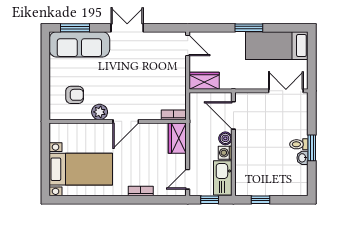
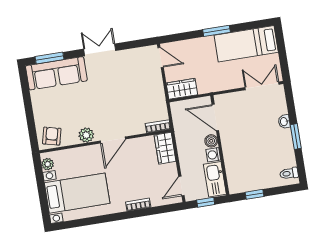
armchair: (75, 95) -> (52, 136), moved, turned -76
plant: (56, 135) -> (48, 164), added
toilet: (299, 144) -> (289, 173), moved
washbasin: (303, 158) -> (284, 122), moved

